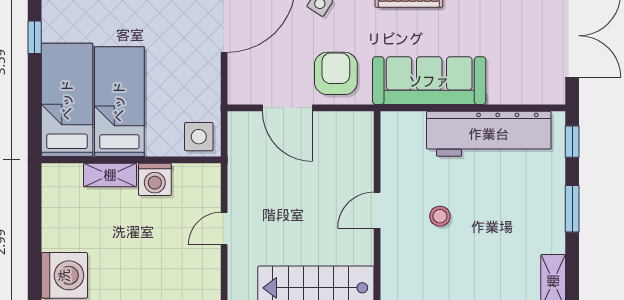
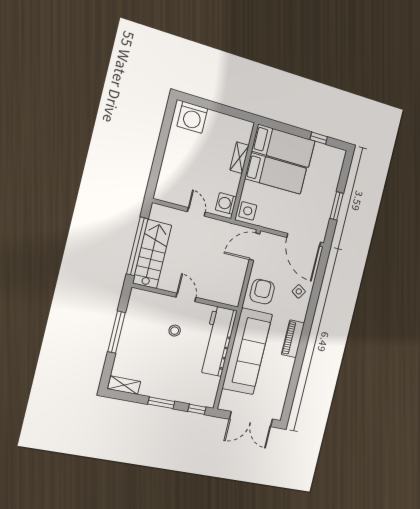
armchair: (336, 73) -> (262, 292), turned -90
sofa: (429, 81) -> (247, 351), width x1.36, depth x1.27
door: (287, 108) -> (255, 247), moved
workbench: (489, 134) -> (218, 341), moved
washing machine: (155, 179) -> (226, 203), moved

